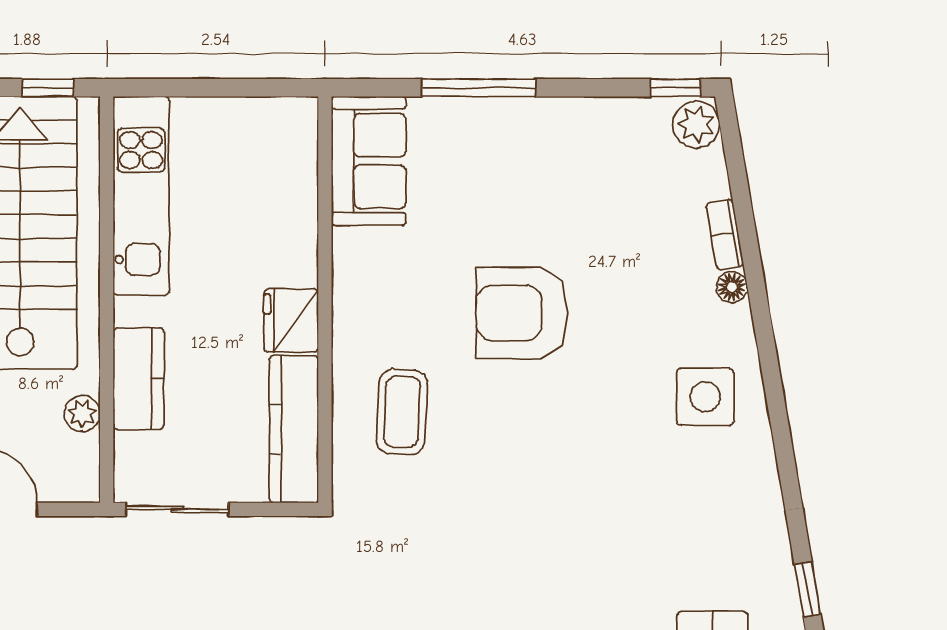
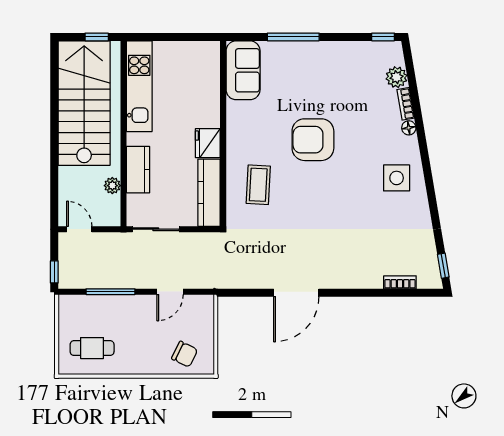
plant: (696, 124) -> (397, 77), moved

